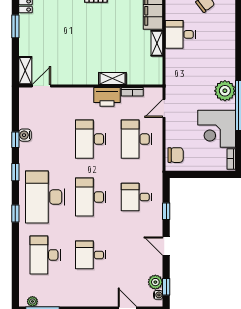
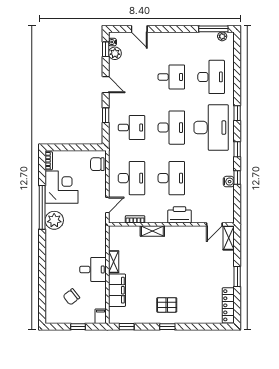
printer: (107, 97) -> (179, 215), moved

